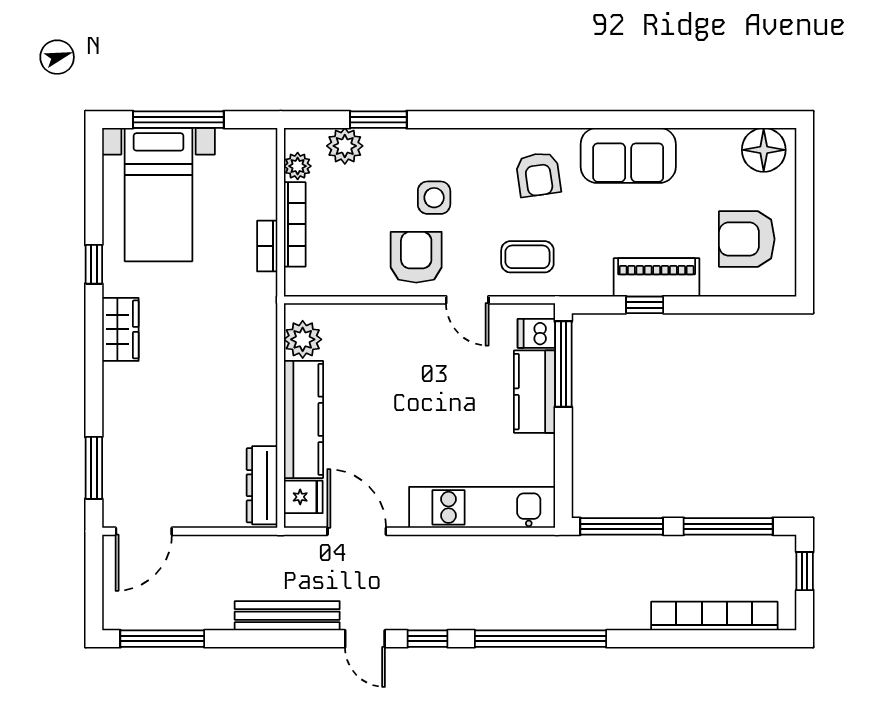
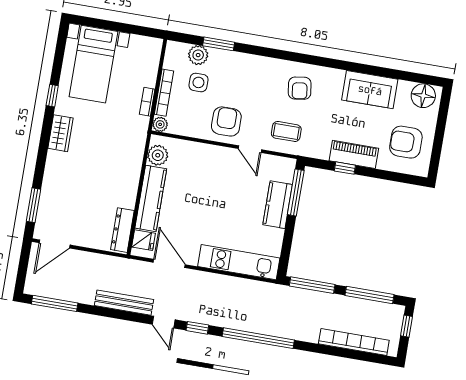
window: (178, 120) -> (111, 26), removed
sofa: (628, 155) -> (370, 90), moved
plant: (298, 166) -> (160, 124), moved
side table: (434, 198) -> (198, 82), moved
dishwasher: (536, 333) -> (284, 174), removed

